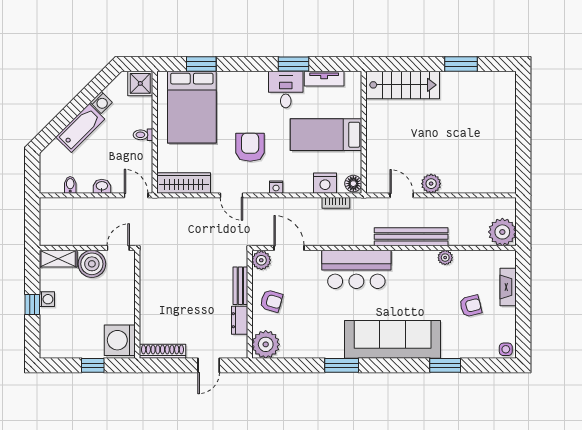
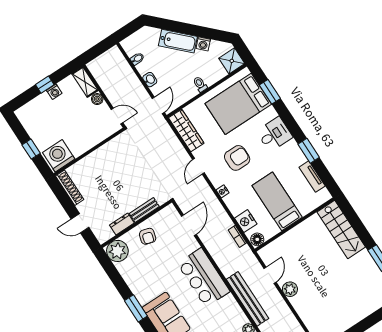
desk: (286, 90) -> (274, 134), moved
plant: (261, 260) -> (169, 213), removed
boiler: (92, 264) -> (97, 99), width x0.54, depth x0.54

